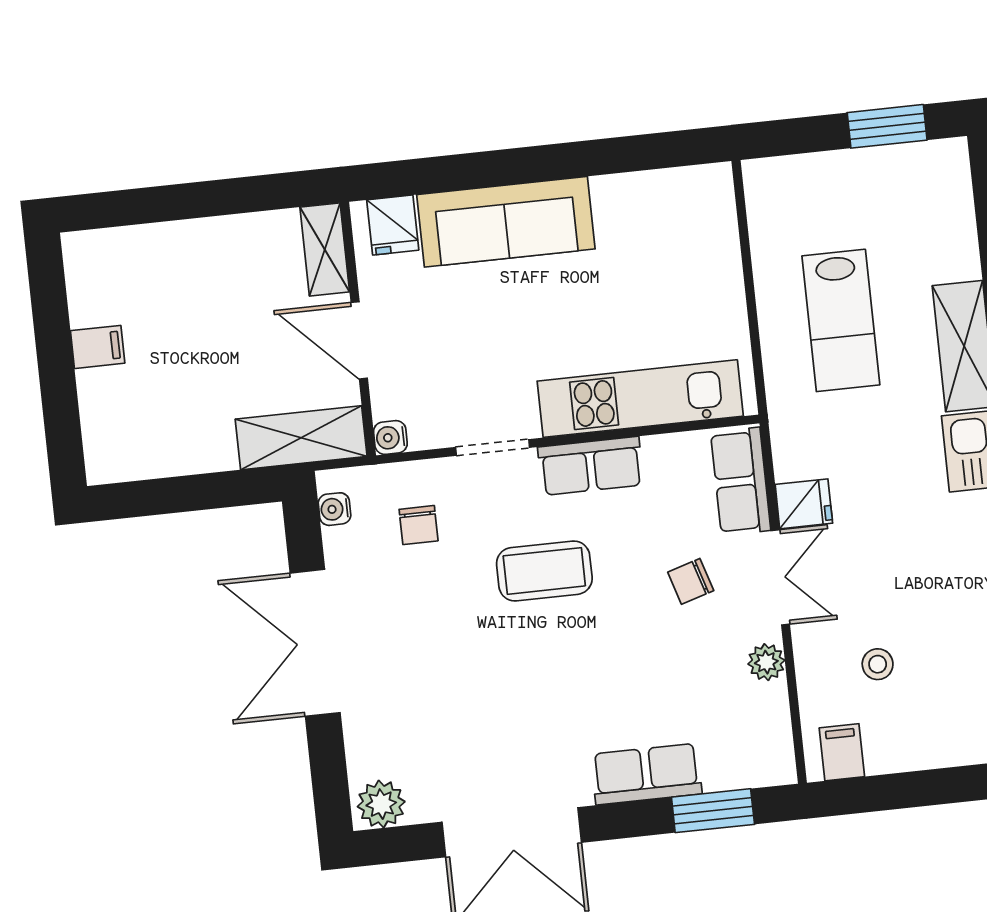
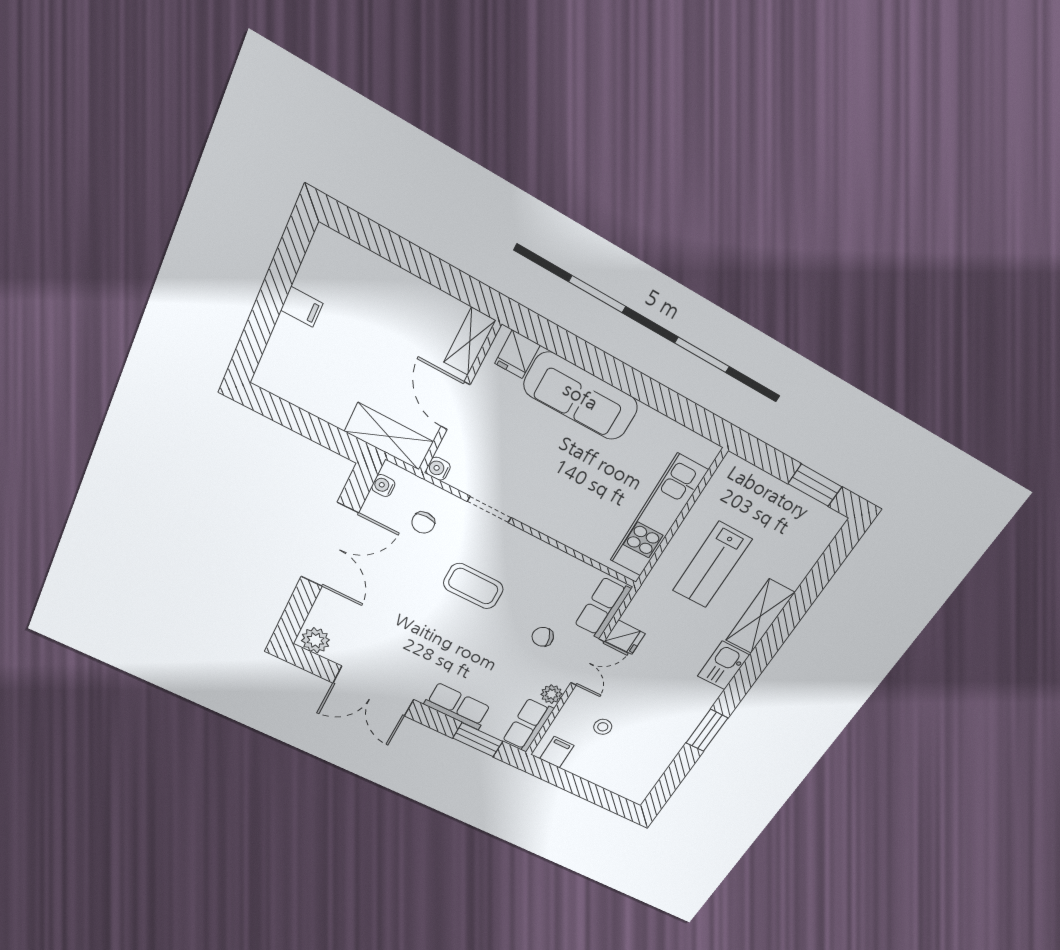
kitchen unit: (640, 399) -> (659, 516), moved, turned -90
row of seats: (591, 466) -> (528, 725), moved, turned 90
double door: (315, 643) -> (330, 545), swing flipped

